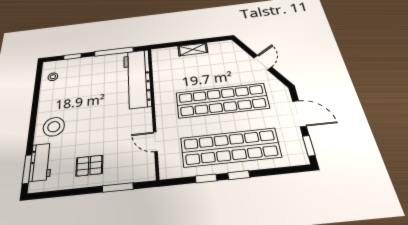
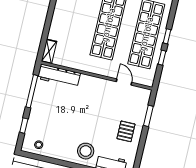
shelving: (193, 49) -> (49, 51), moved
workbench: (137, 78) -> (59, 76), width x0.73, depth x0.76
door: (155, 142) -> (124, 82), swing flipped

